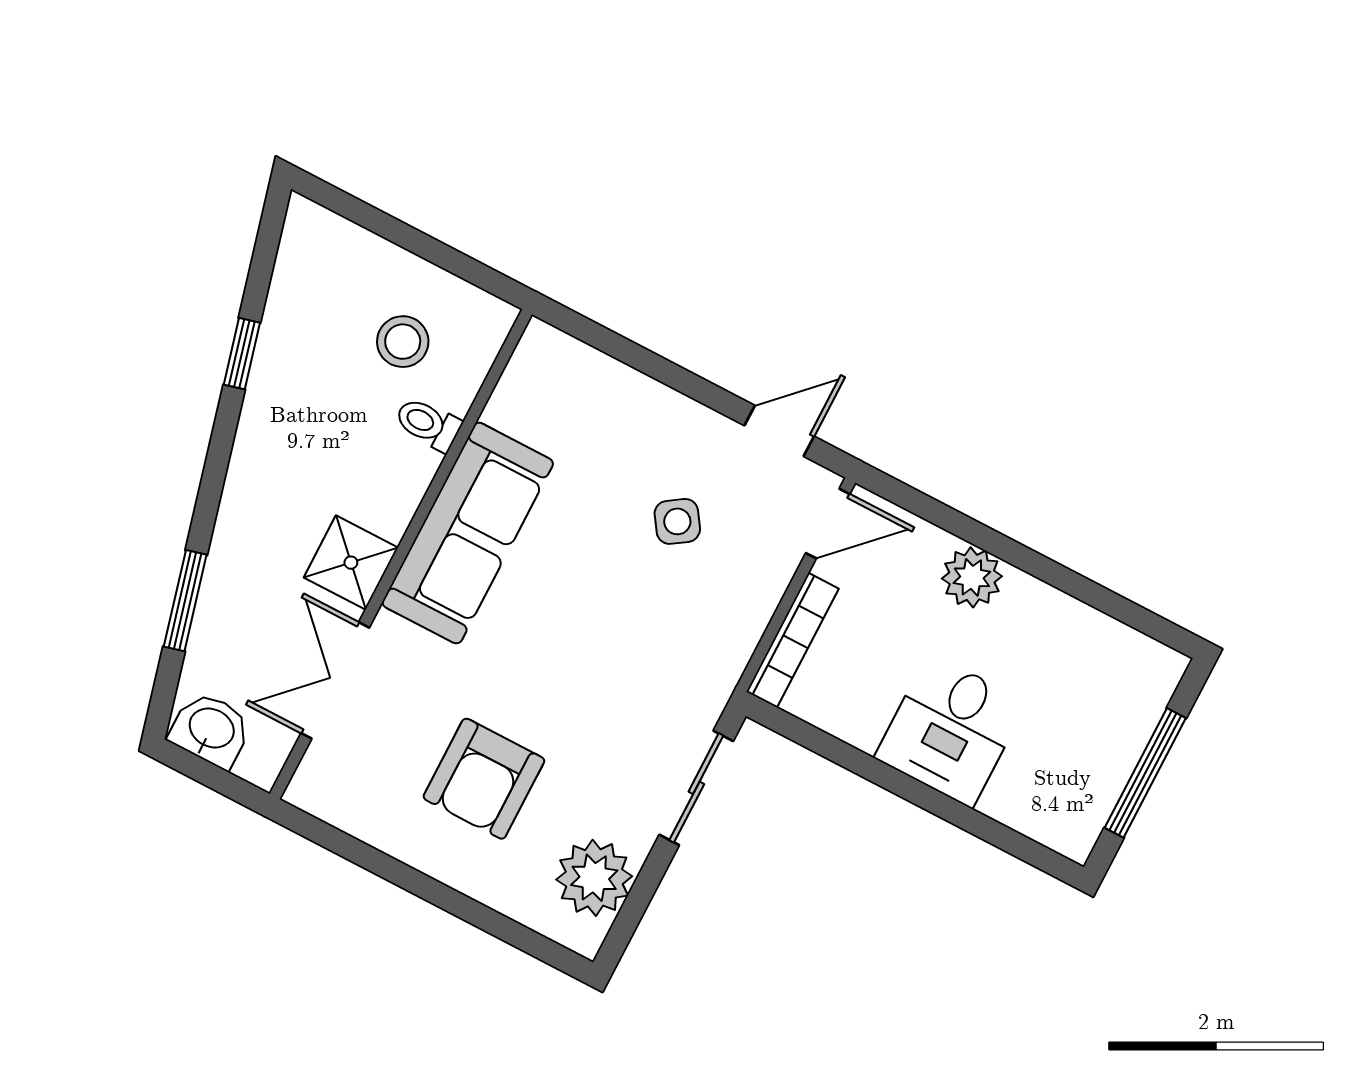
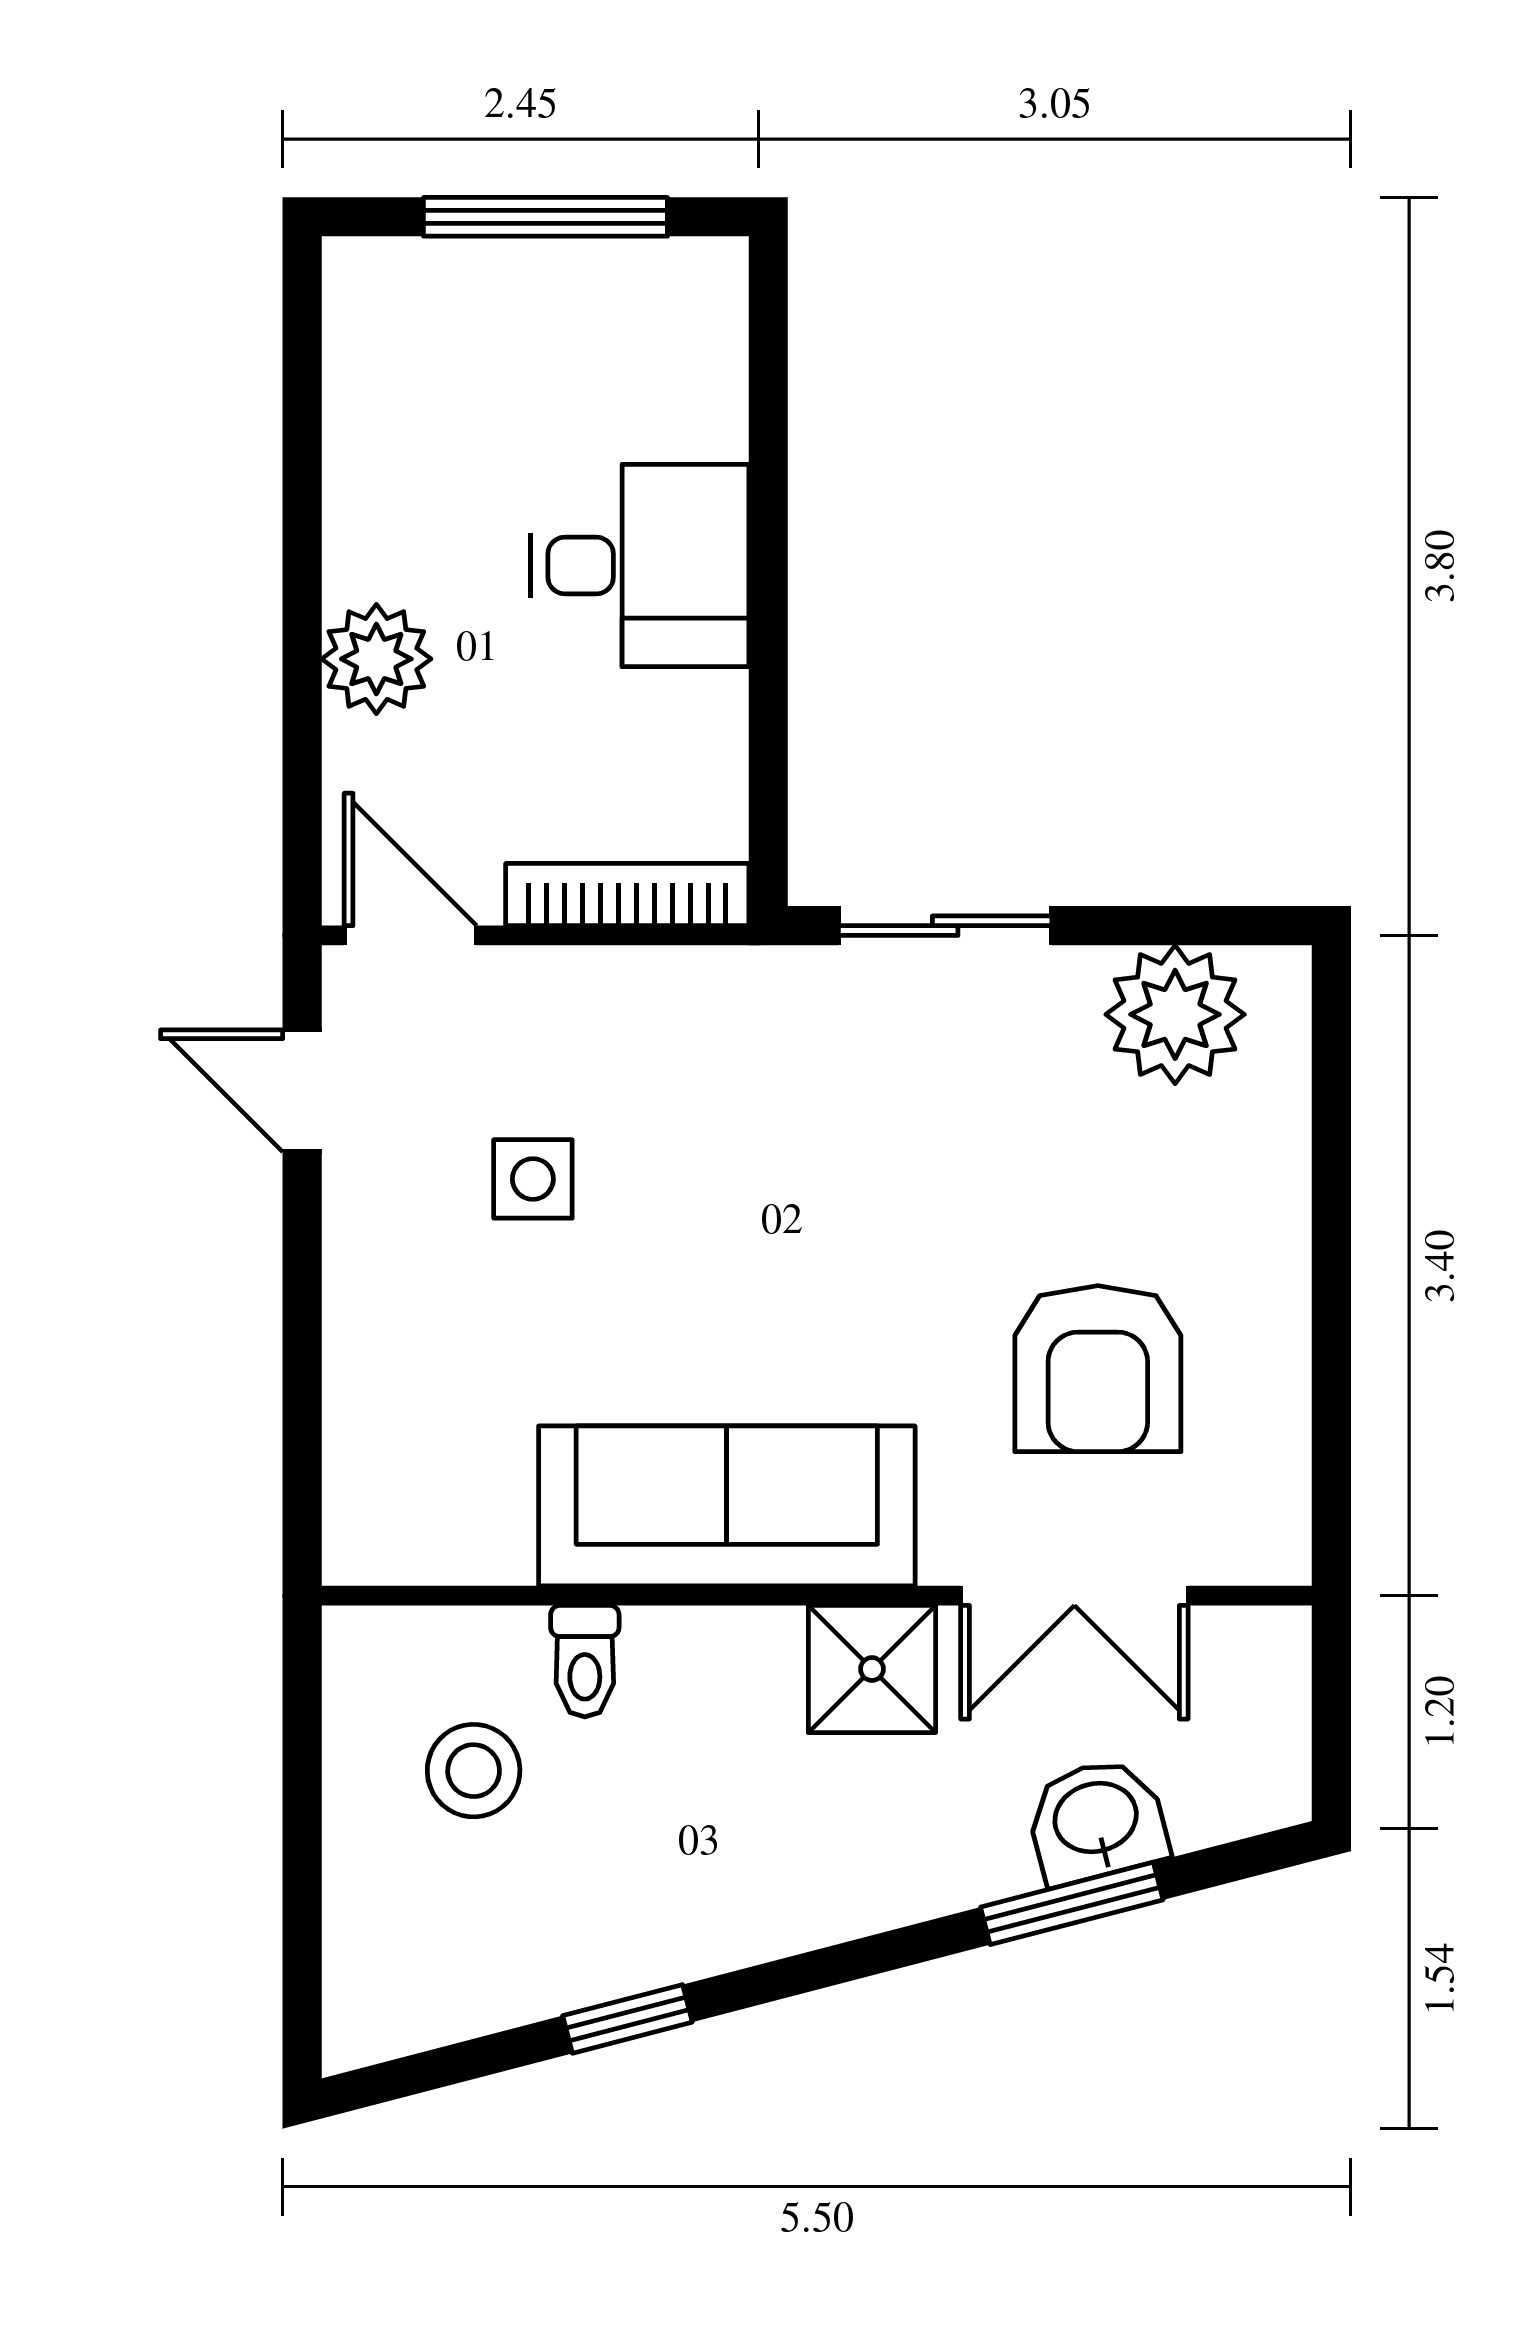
side table: (677, 521) -> (533, 1179), turned 34
washbasin: (211, 730) -> (1096, 1821), moved, turned 75
armchair: (484, 779) -> (1098, 1369), moved, turned 90

